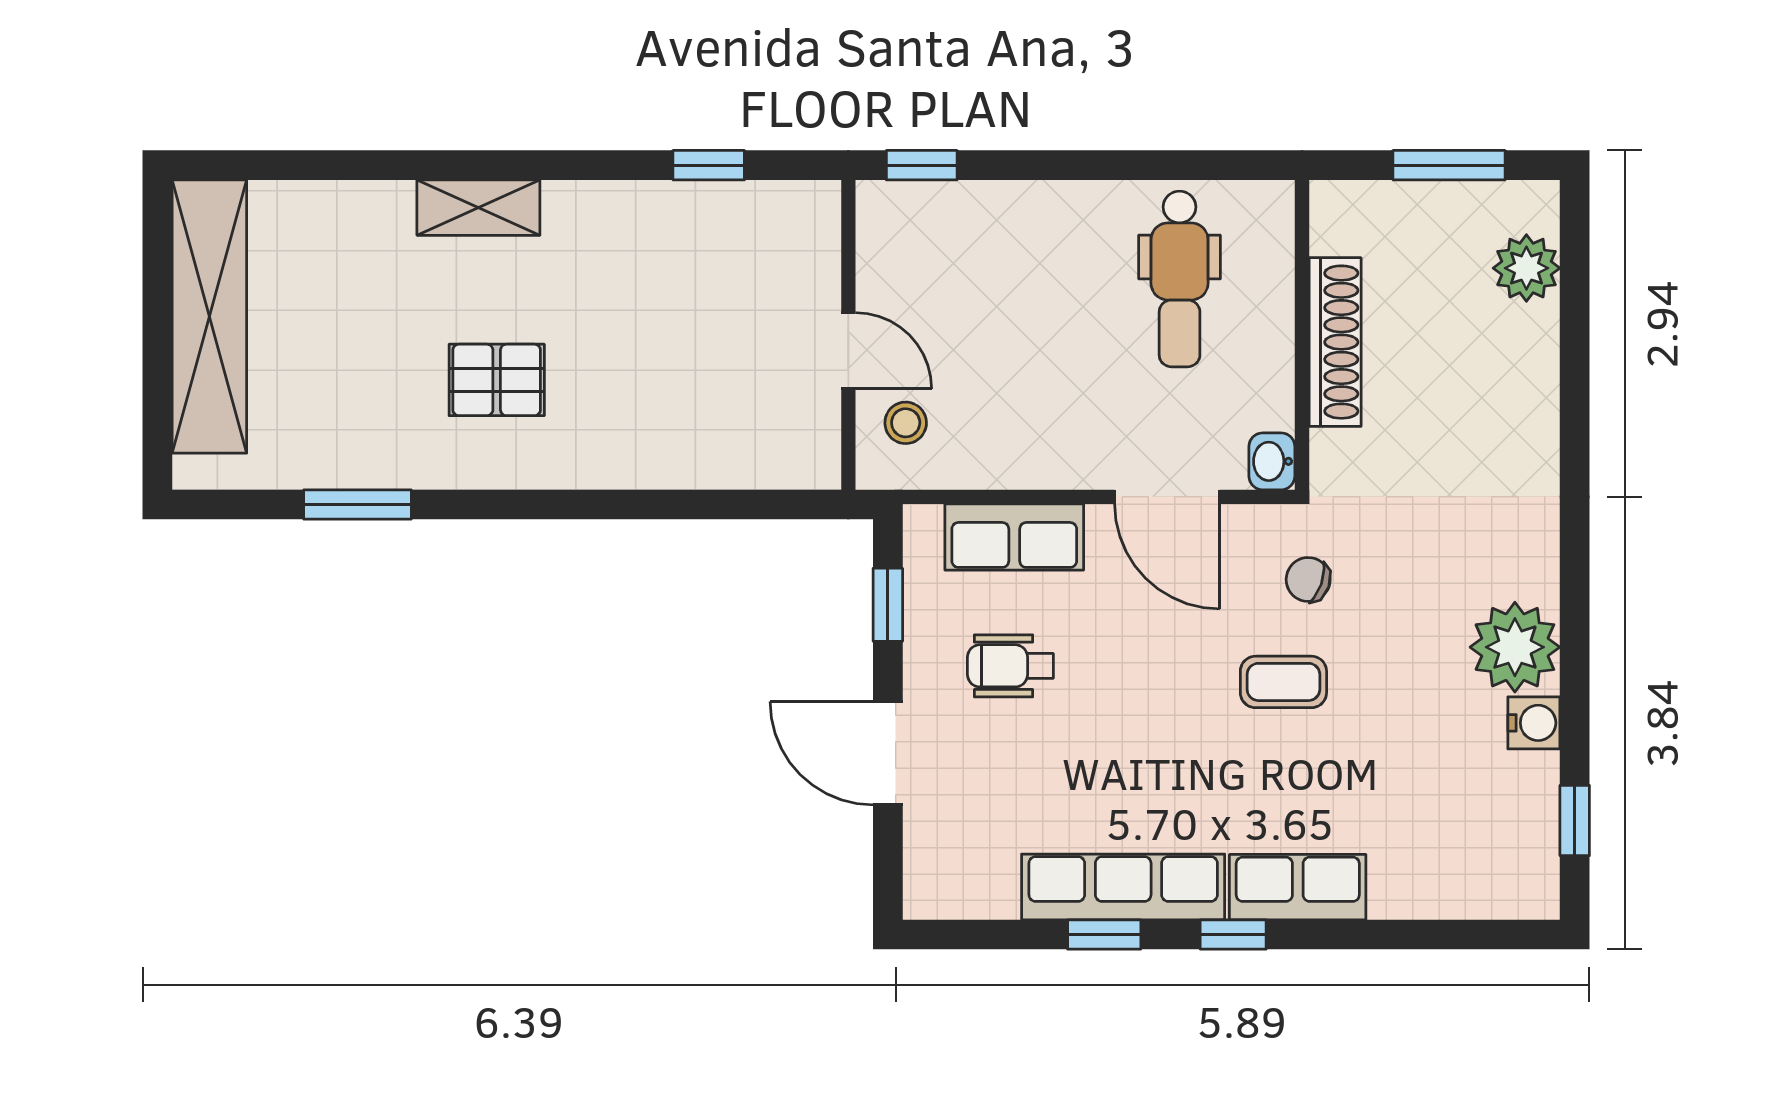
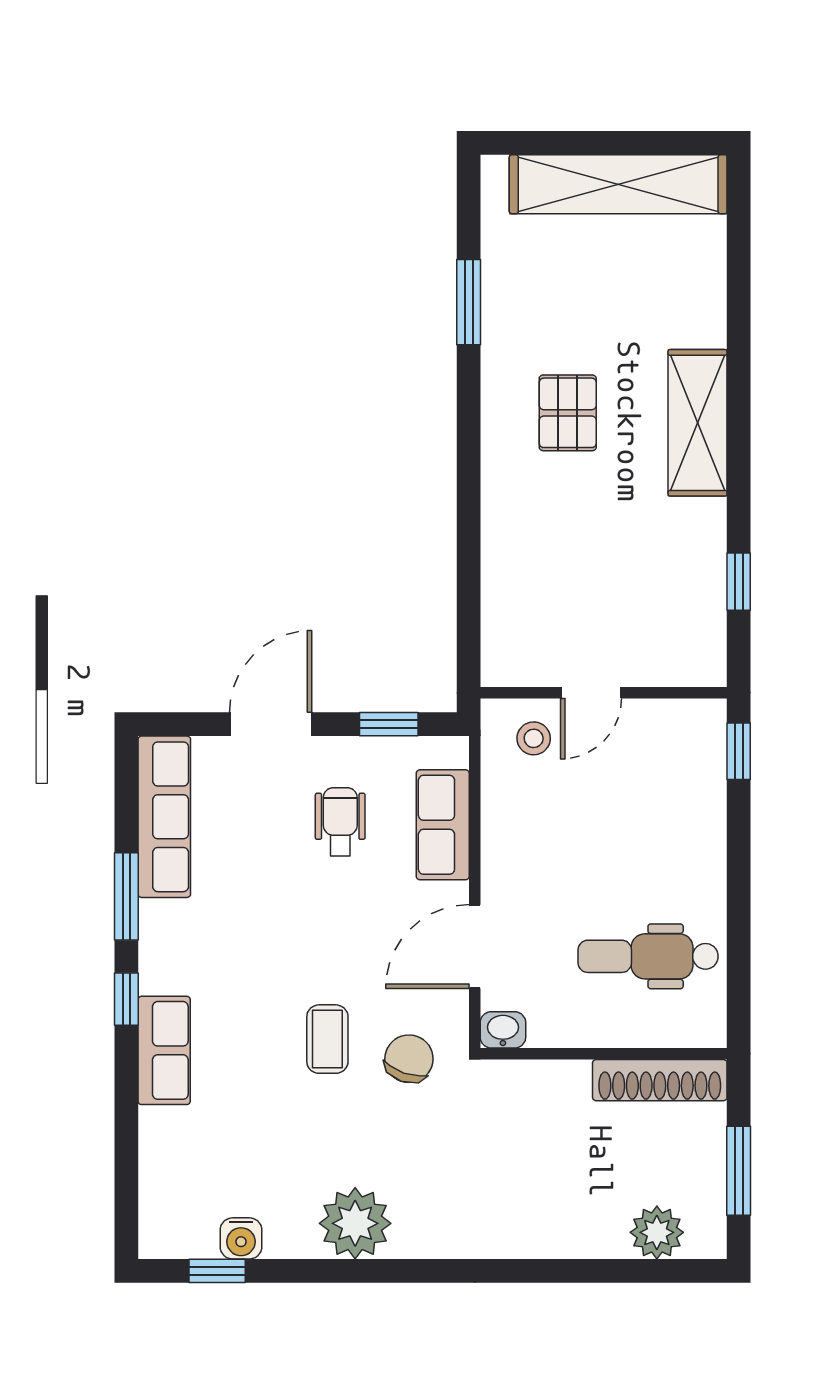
shelving: (478, 208) -> (698, 423), width x1.50, depth x1.33
shoe rack: (1335, 342) -> (660, 1080), moved
chair: (1308, 580) -> (409, 1059), width x1.37, depth x1.37
water cooler: (1534, 723) -> (241, 1238), moved
row of seats: (1123, 887) -> (164, 817), moved
window: (1104, 934) -> (126, 896), width x1.50

